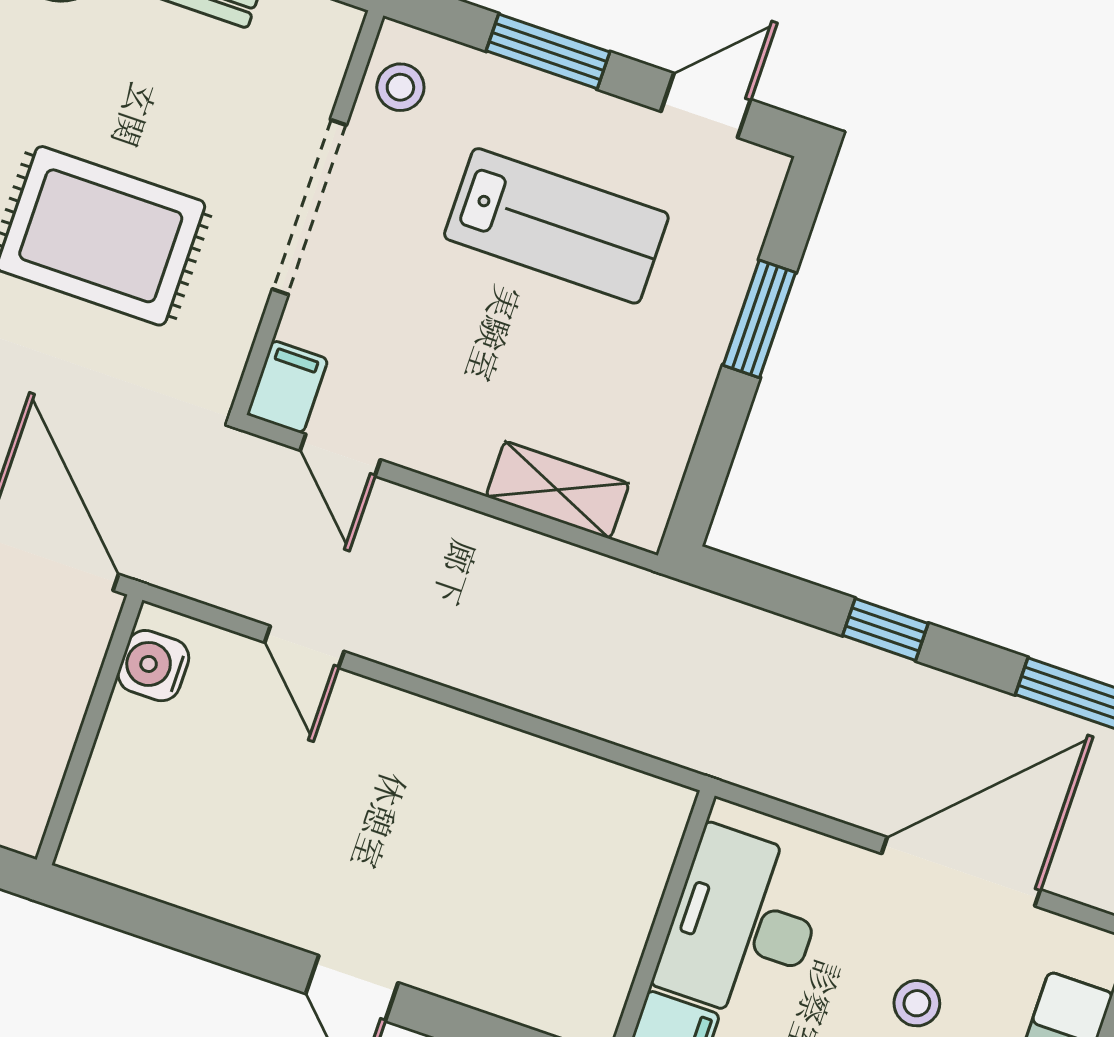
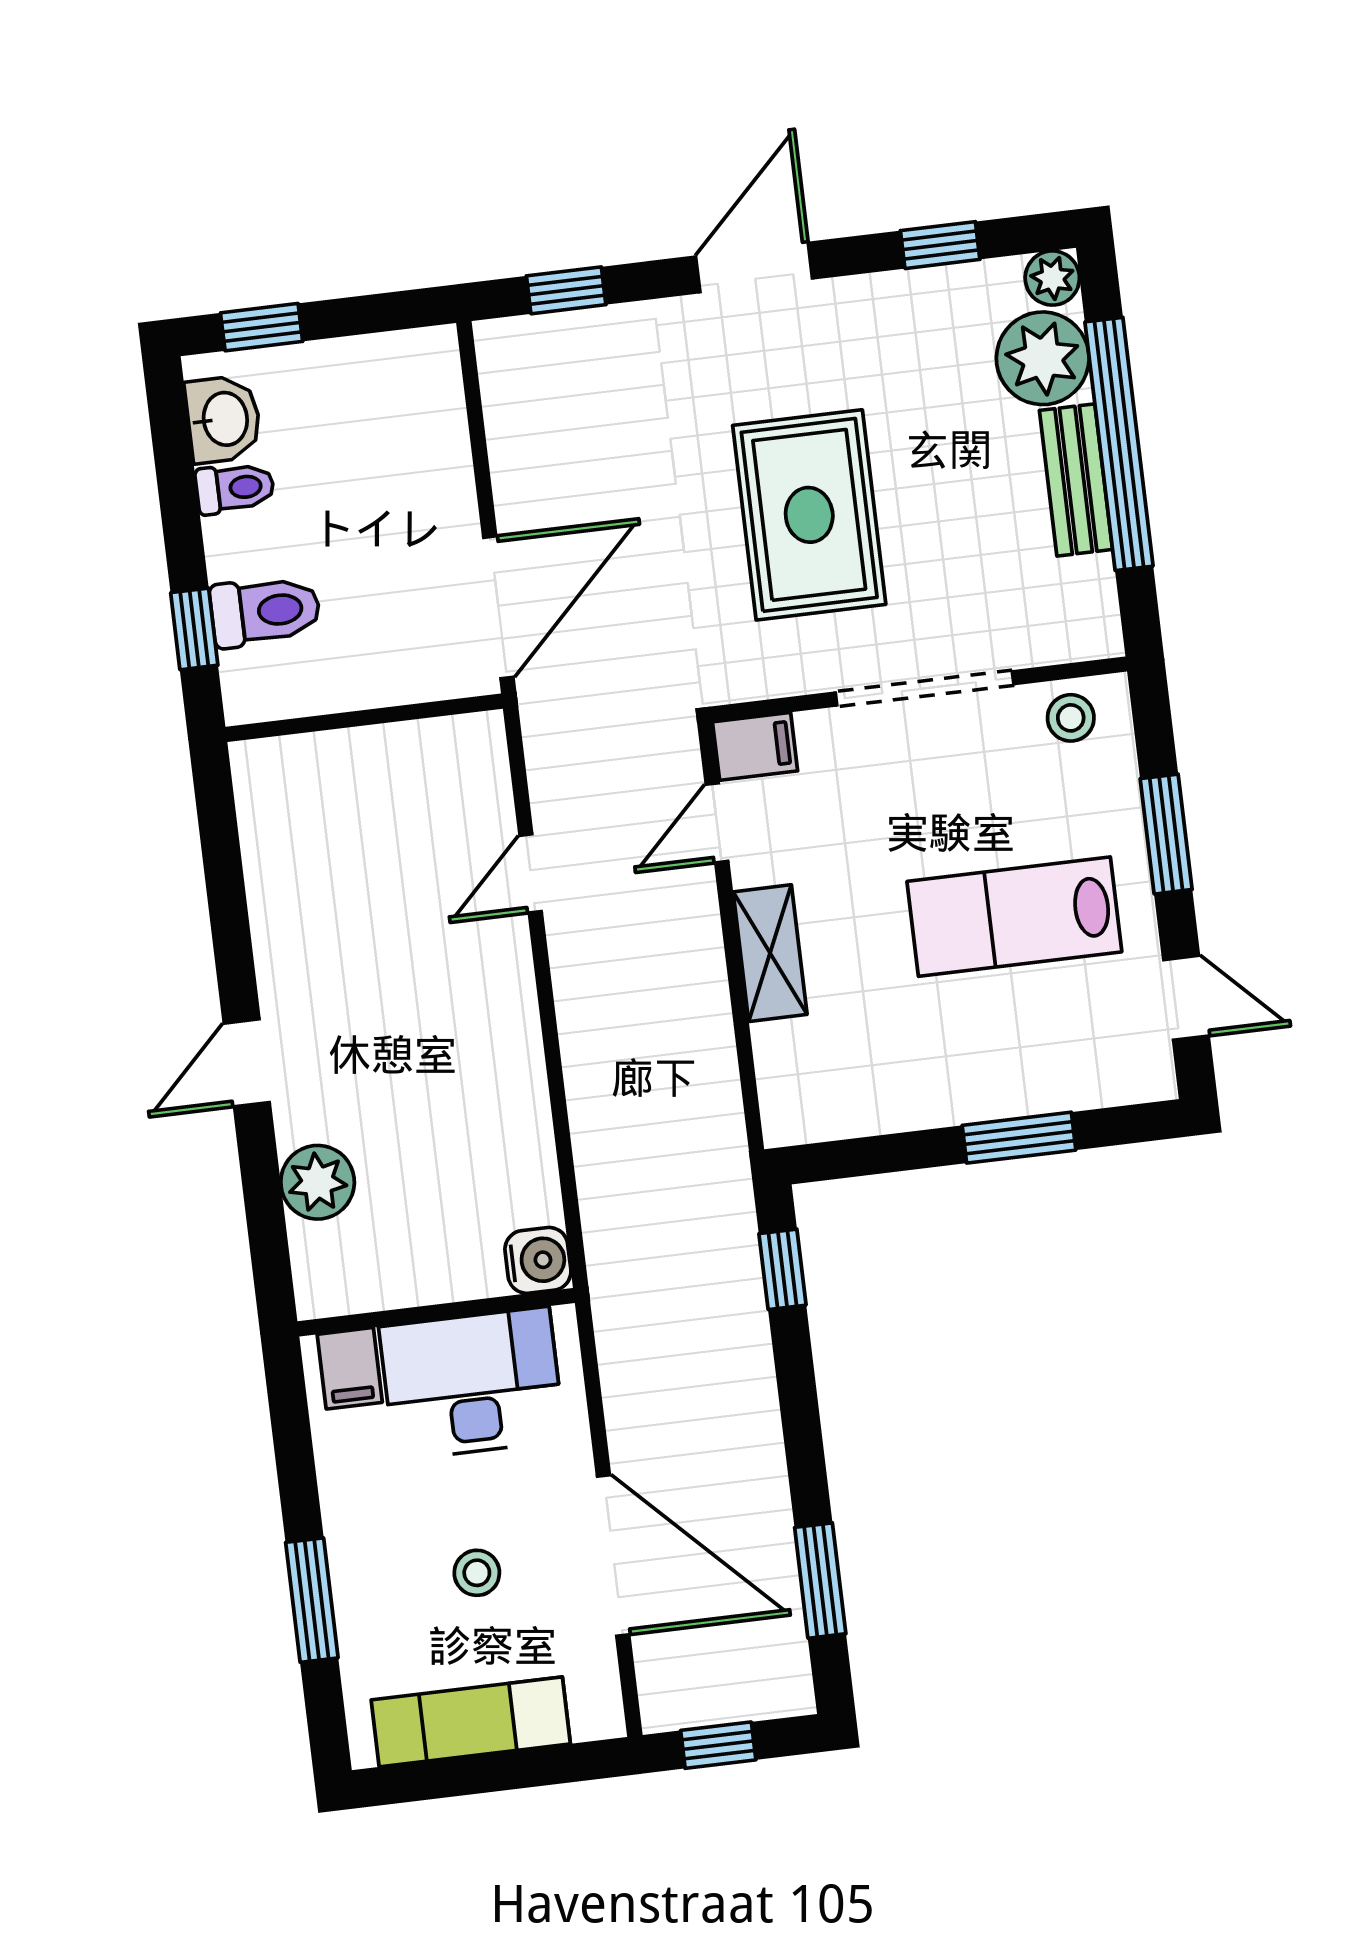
lab bench: (556, 226) -> (1014, 917), turned 90
shelving: (558, 490) -> (770, 953), moved
window: (885, 629) -> (783, 1269), moved
water cooler: (153, 666) -> (538, 1260), moved, turned 90
plant: (492, 976) -> (318, 1182), added

